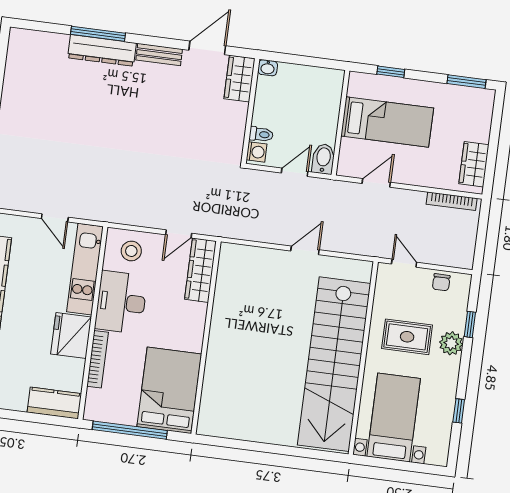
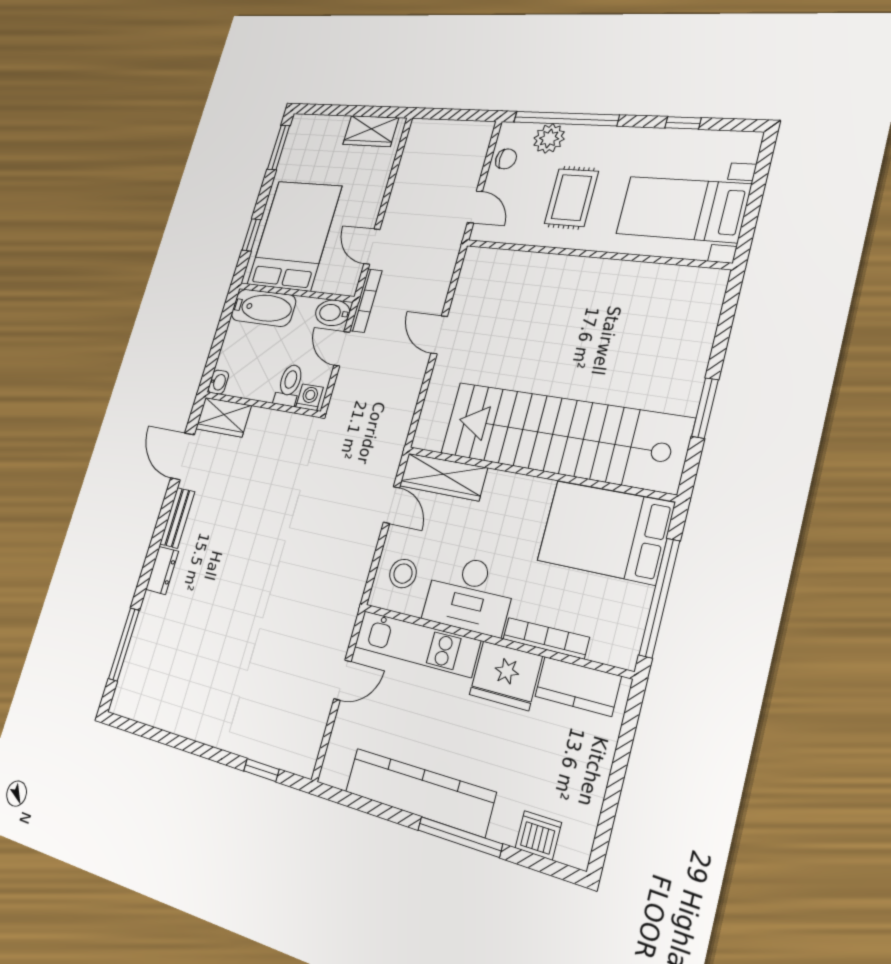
window: (98, 34) -> (124, 644), moved
dresser: (102, 50) -> (162, 570), width x0.51, depth x0.80
bathtub: (329, 96) -> (263, 308), added
bed: (387, 122) -> (294, 235), width x1.50
toilet: (261, 134) -> (289, 385), width x1.37, depth x1.39
bookcase: (452, 201) -> (366, 301), moved
door: (404, 263) -> (475, 207), swing flipped
window: (470, 324) -> (566, 119), width x3.17
plant: (451, 343) -> (549, 138), moved
stairs: (334, 364) -> (563, 436), moved, turned 180
kitchen counter: (54, 403) -> (578, 686), moved, turned -90
window: (254, 446) -> (705, 408), added

